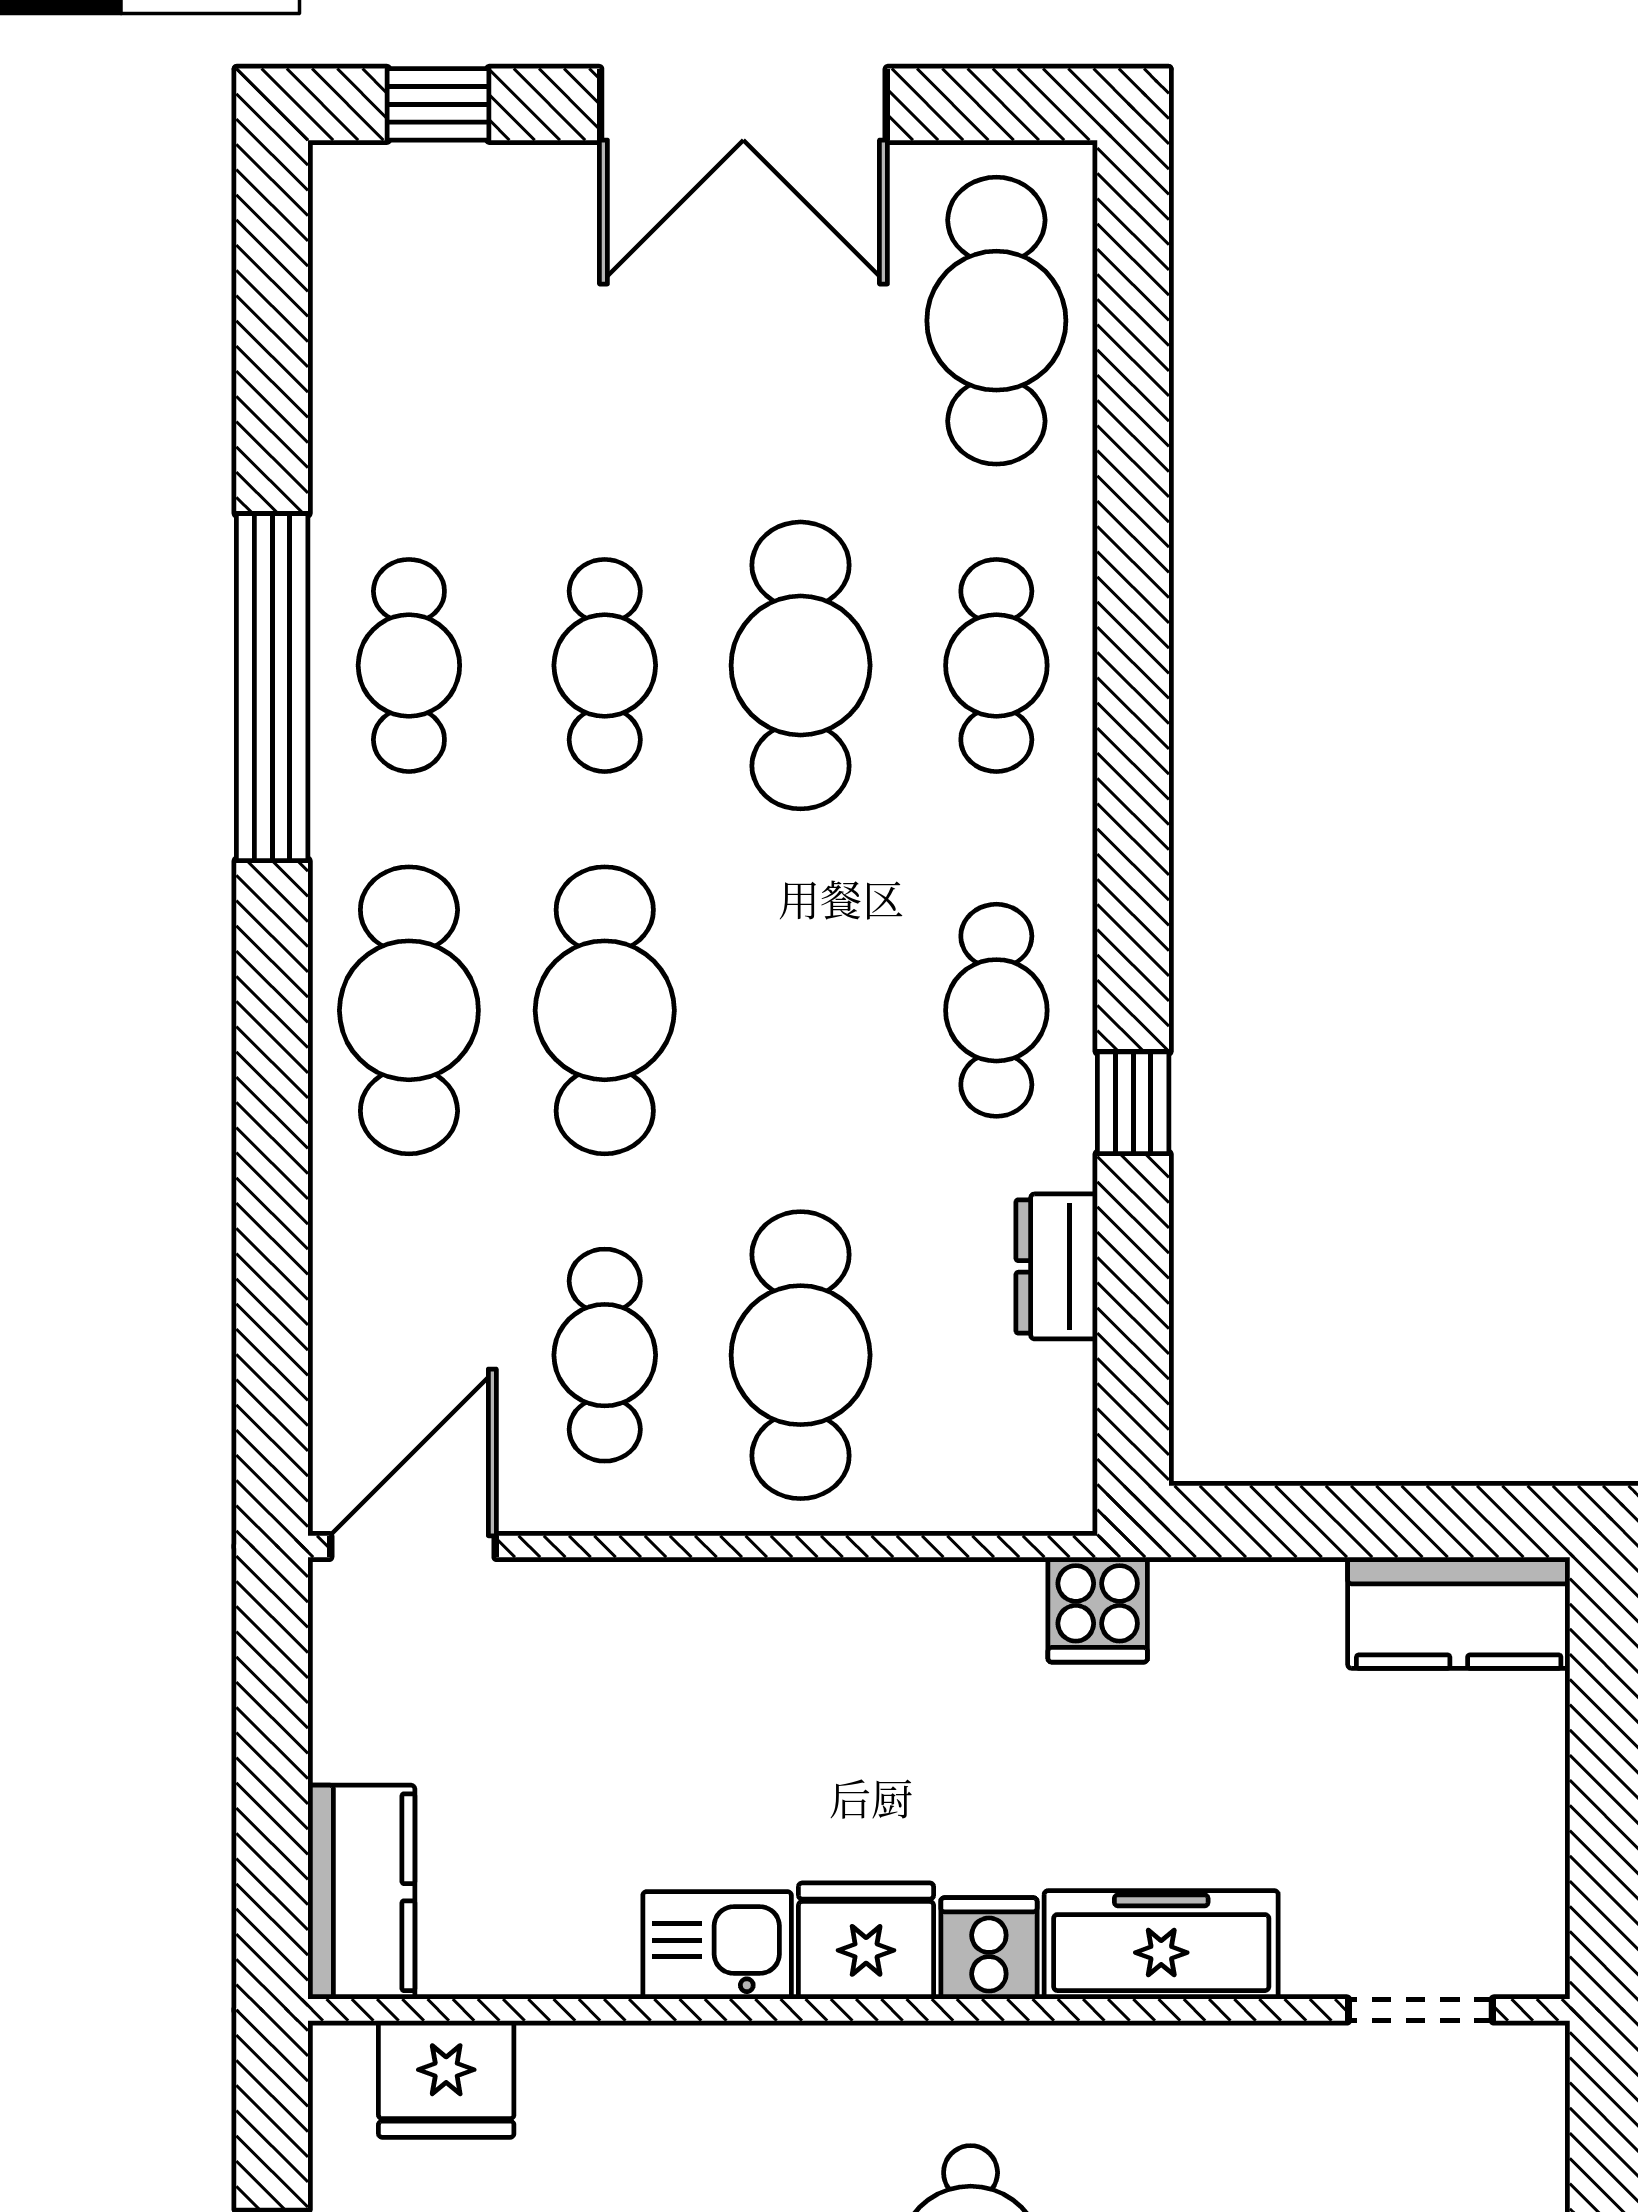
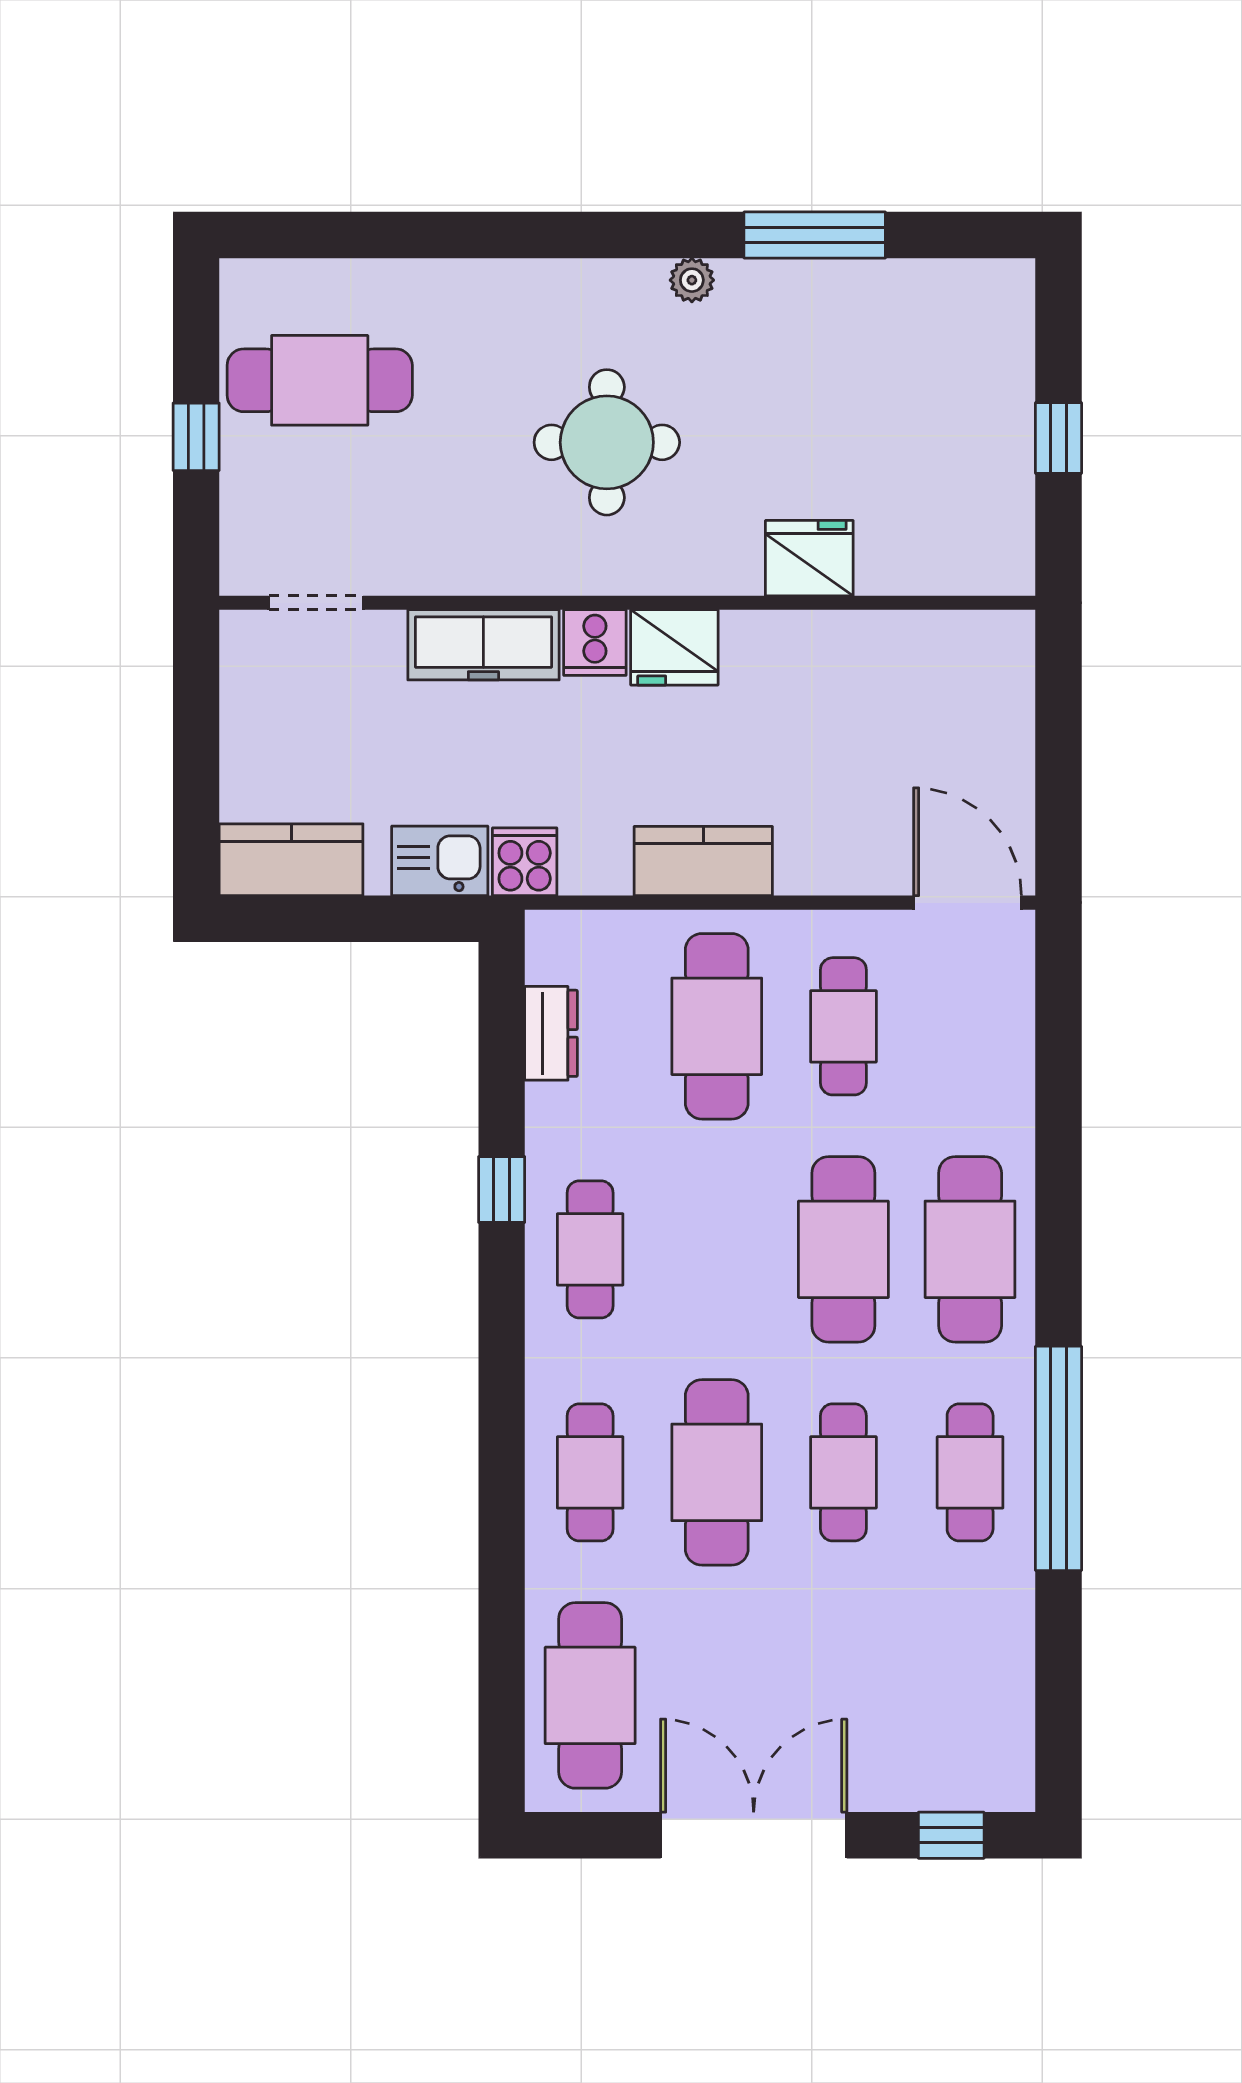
dresser: (1057, 1266) -> (551, 1033), moved
door: (413, 1546) -> (967, 903), swing flipped
kitchen counter: (361, 1892) -> (703, 861), moved, turned 90
kitchen sink: (717, 1945) -> (440, 861), moved, turned 180
fridge: (446, 2079) -> (809, 558), moved

